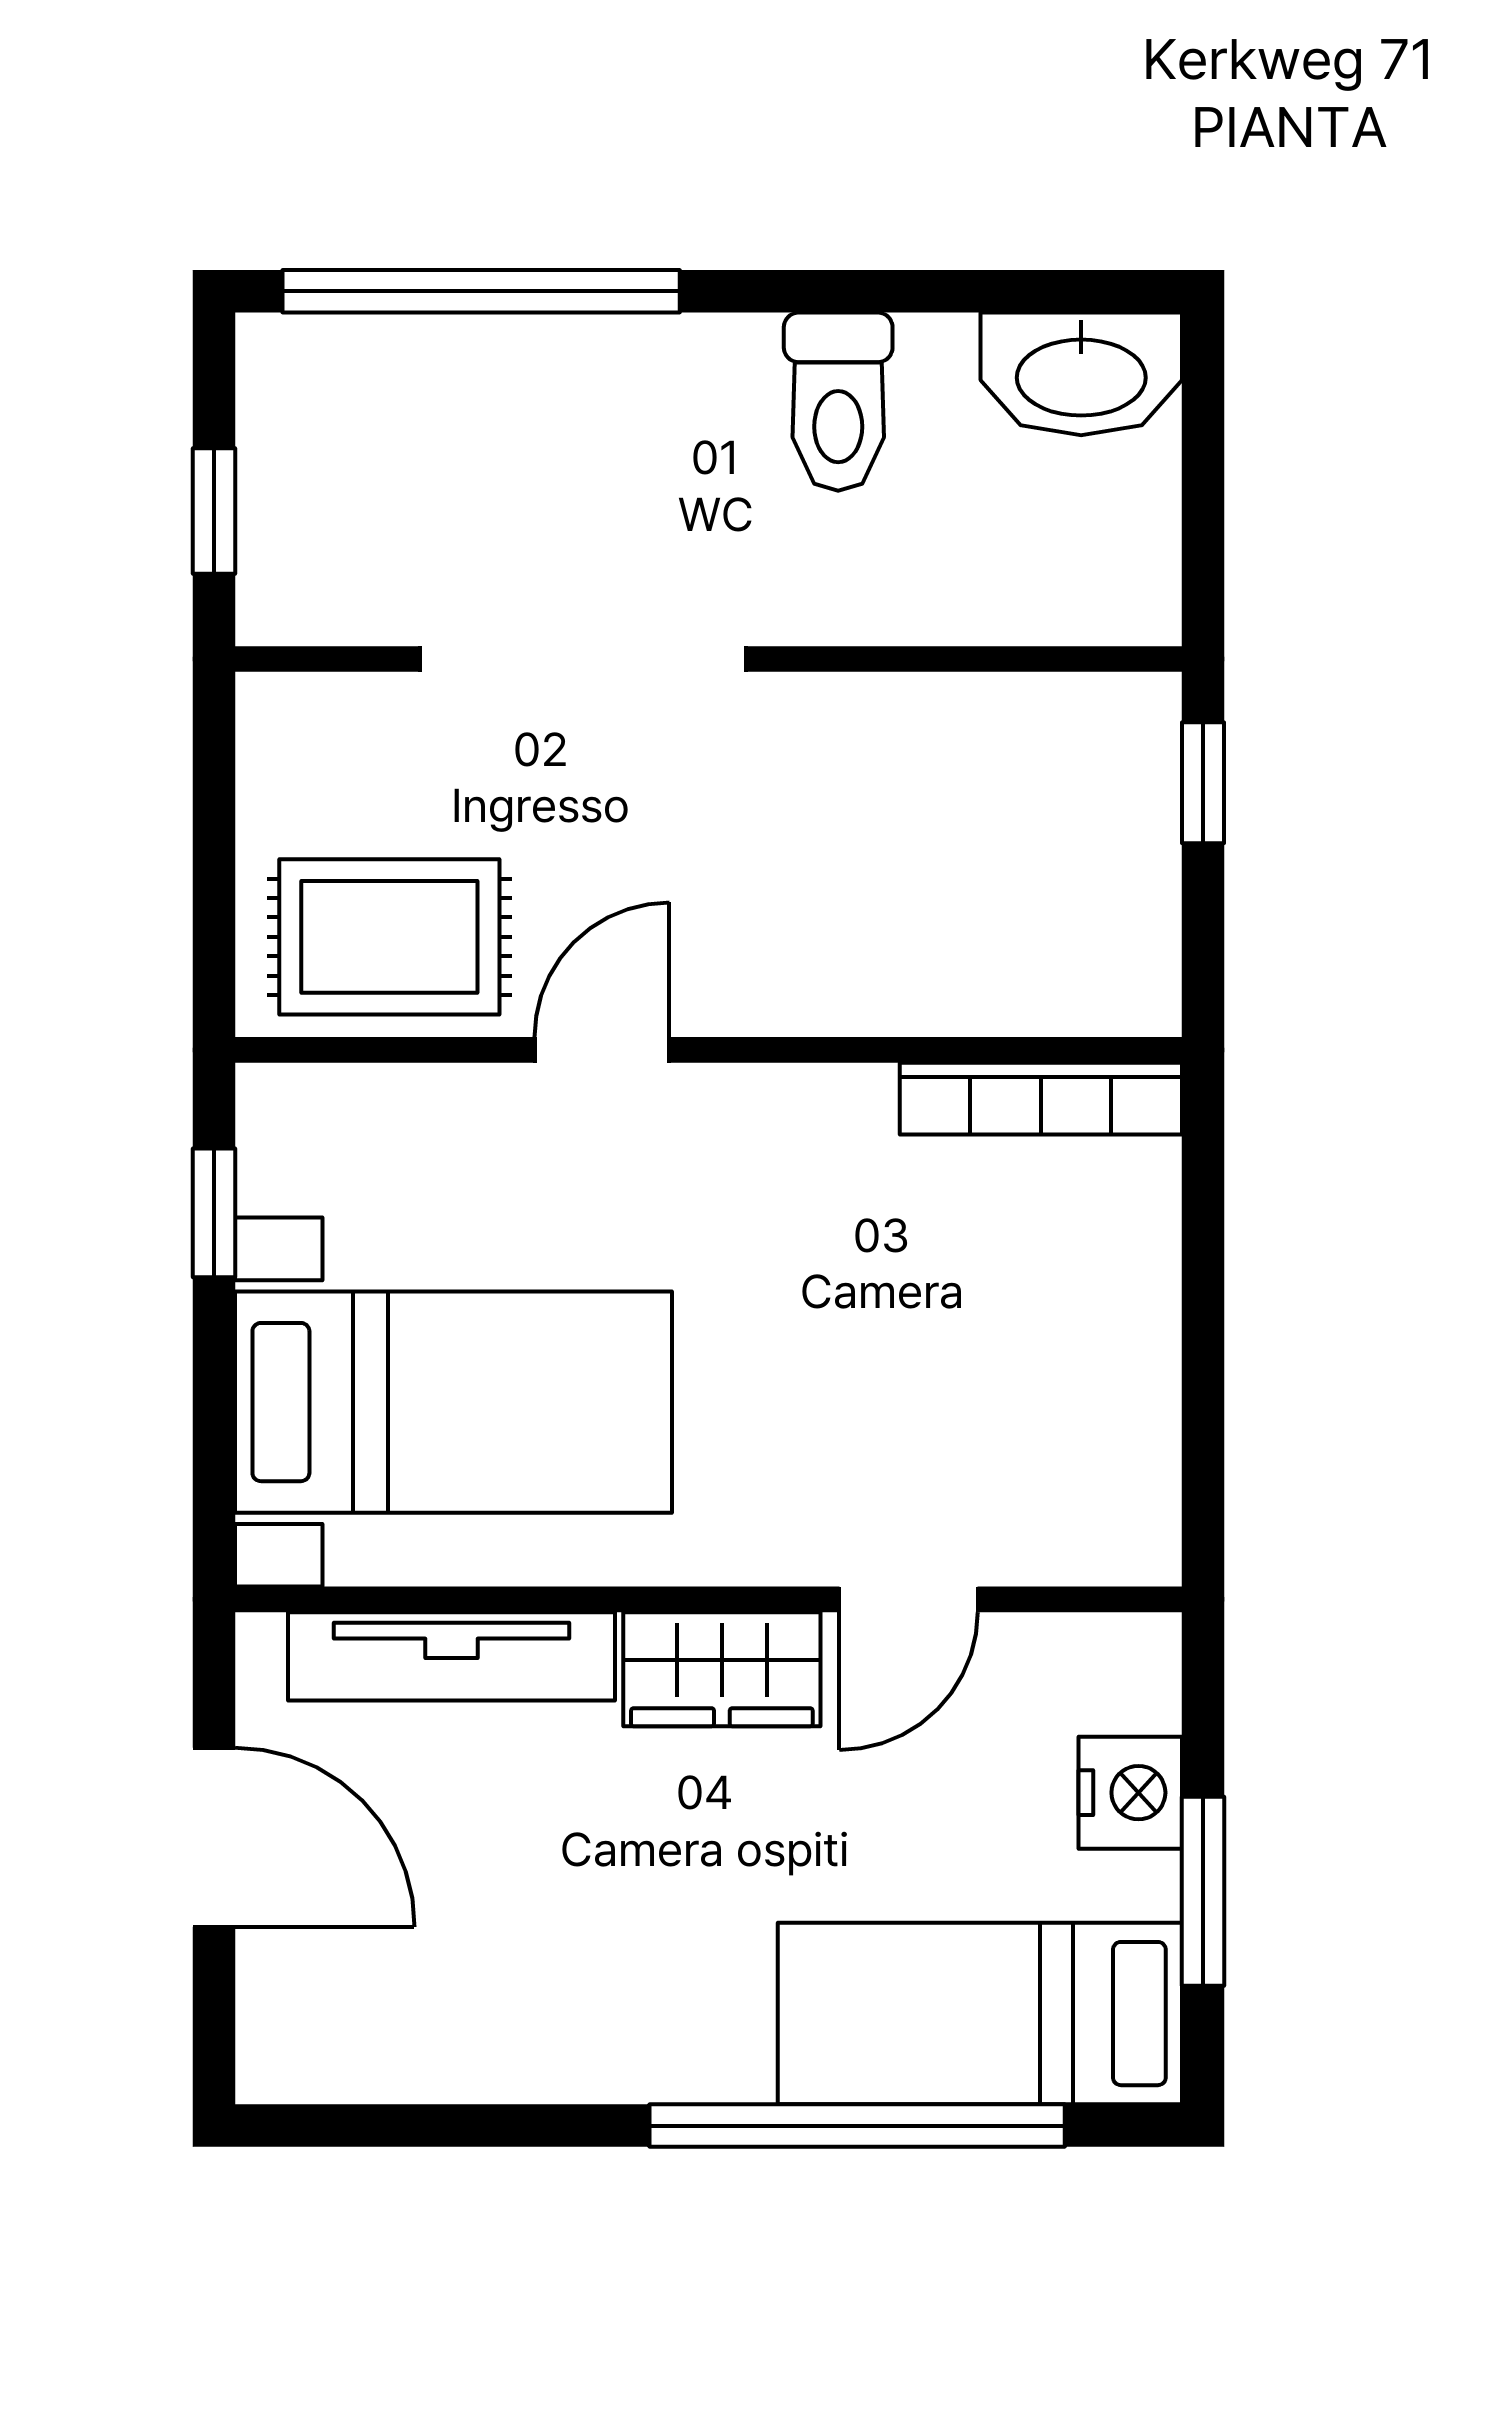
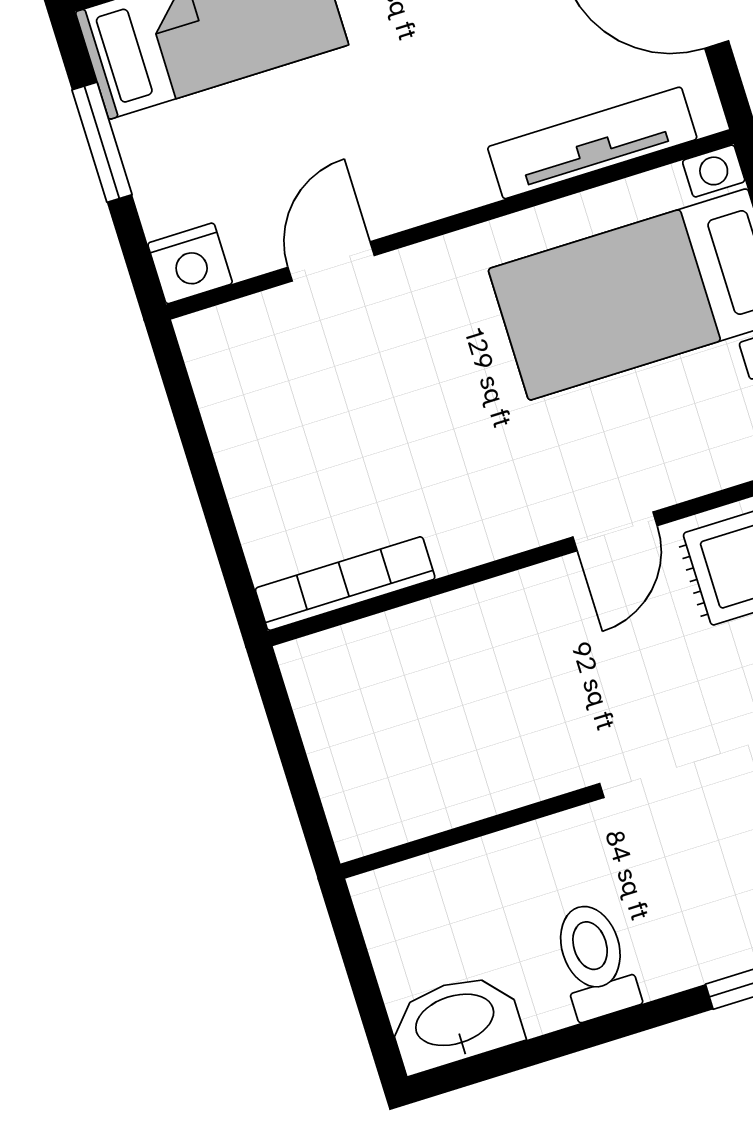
window: (1203, 783) -> (307, 801), removed
wardrobe: (722, 1669) -> (429, 185), removed
nightstand: (1130, 1793) -> (190, 263), moved, turned -90

